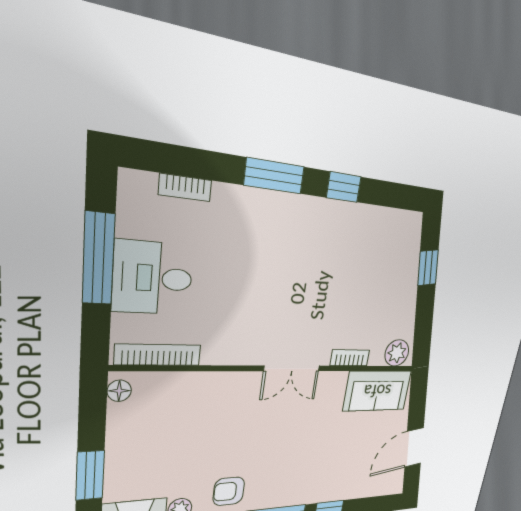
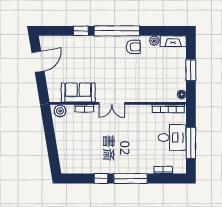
window: (274, 176) -> (131, 178), width x1.44
window: (428, 268) -> (53, 151), removed
double door: (292, 368) -> (112, 103), swing flipped
sofa: (377, 391) -> (78, 92), moved
window: (90, 475) -> (191, 70), moved

